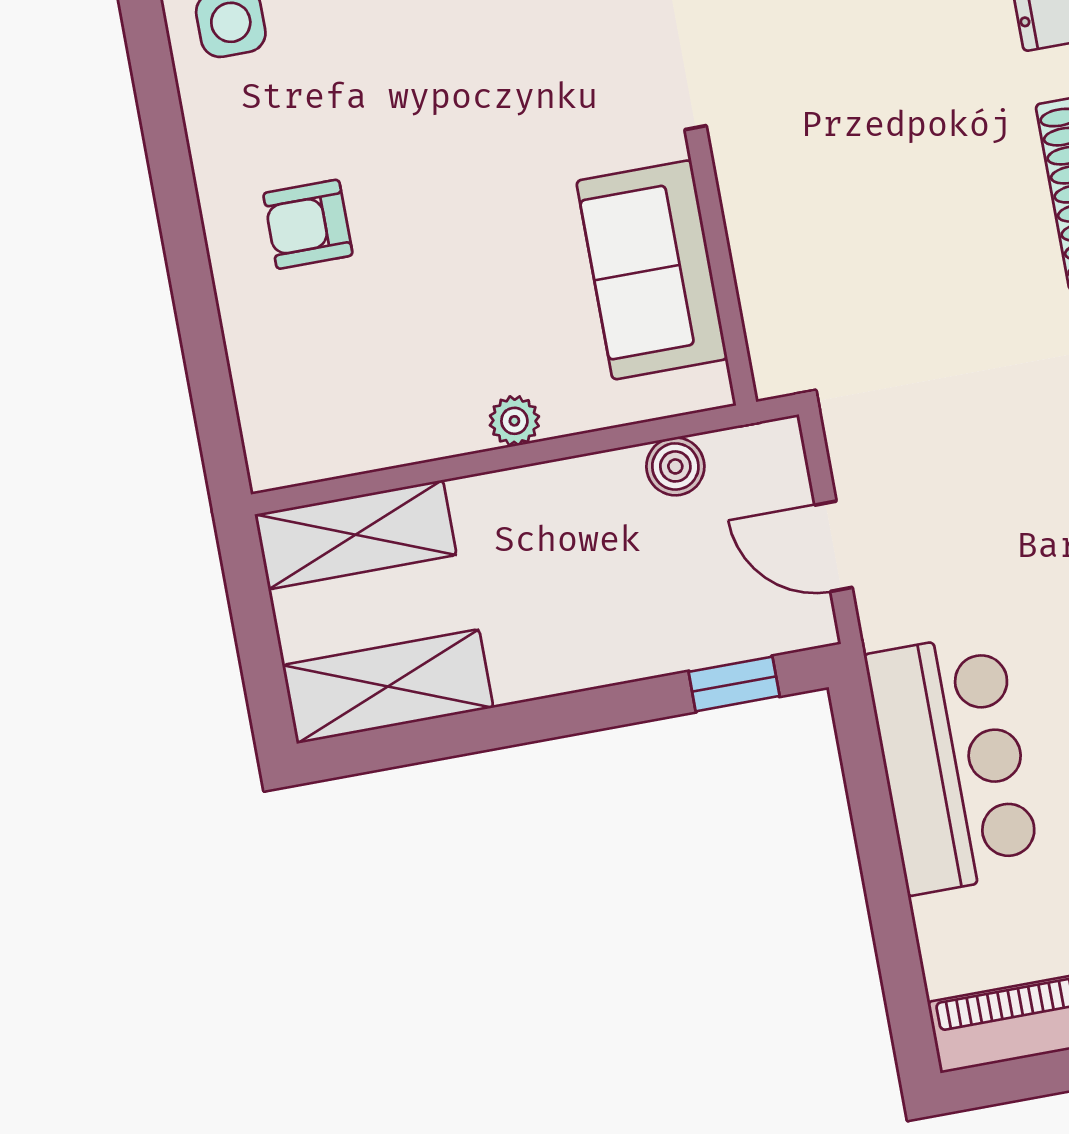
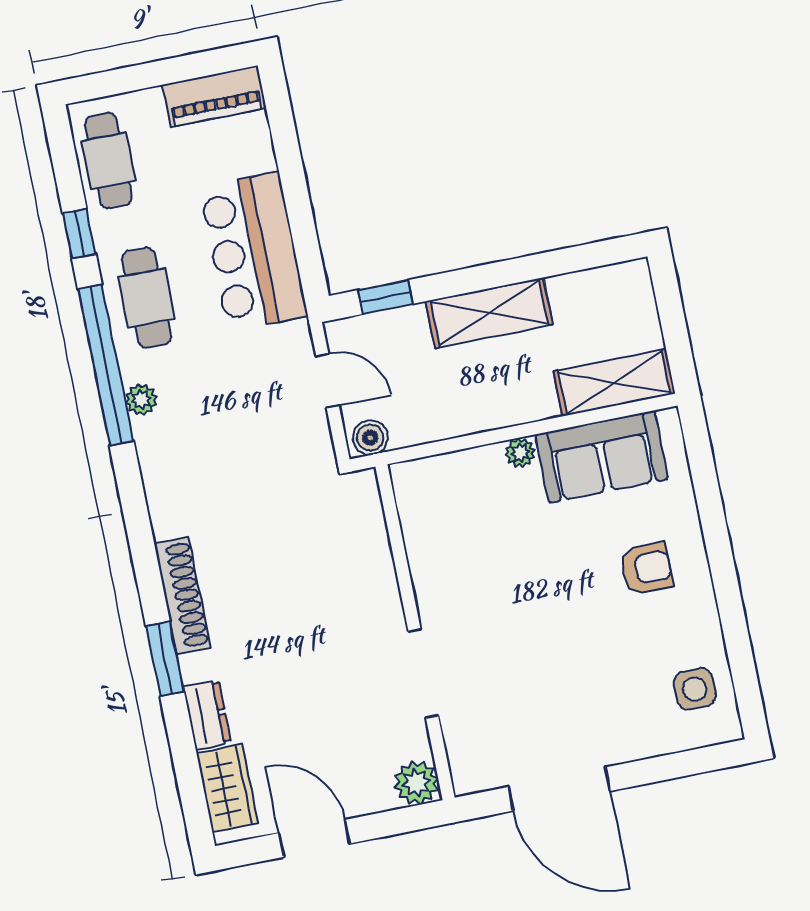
sofa: (652, 270) -> (602, 457), moved, turned 90
boiler: (675, 466) -> (370, 438), moved
shelving: (388, 686) -> (489, 313), moved

